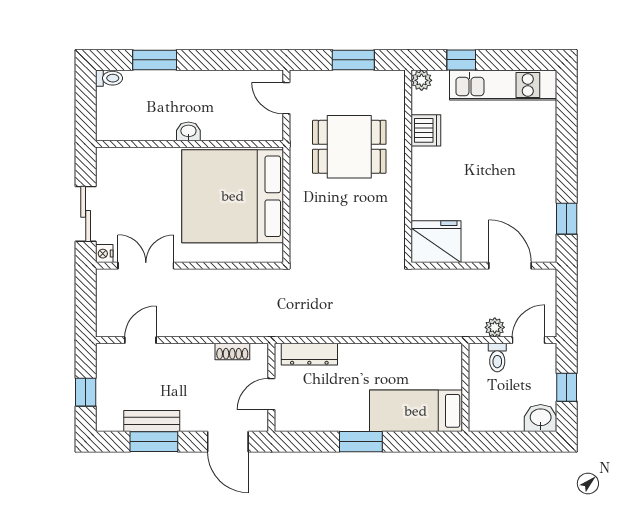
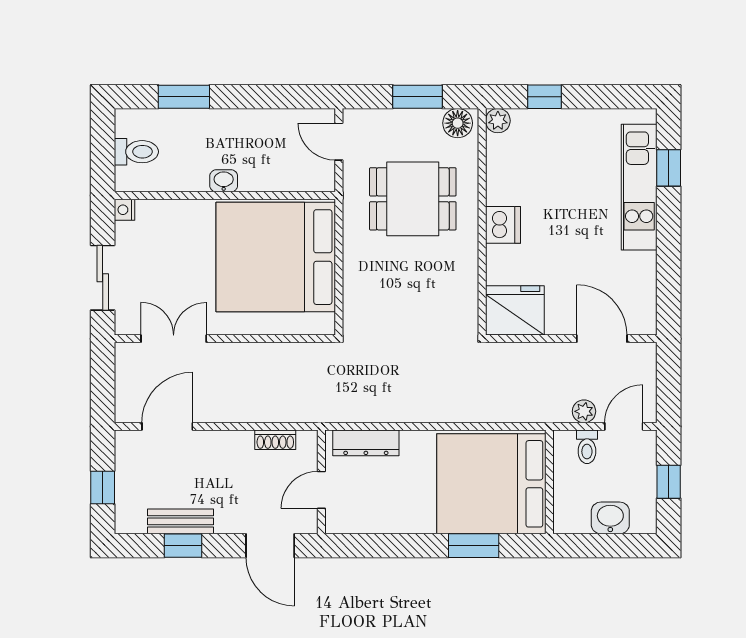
toilet: (109, 78) -> (136, 152), moved, width x1.37, depth x1.39
floor lamp: (387, 82) -> (458, 123), added
kitchen unit: (503, 85) -> (639, 187), moved, turned 90
dishwasher: (426, 130) -> (503, 225), moved
window: (567, 219) -> (669, 168), moved
nightstand: (104, 254) -> (125, 210), moved
door: (140, 340) -> (167, 426), width x1.37
bed: (416, 411) -> (491, 484), width x2.04
washbasin: (541, 418) -> (610, 518), moved
window: (154, 442) -> (183, 546), width x0.67
window: (361, 442) -> (474, 546), moved

